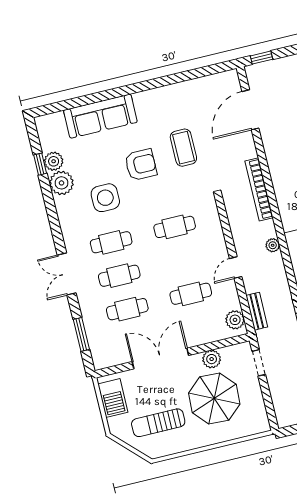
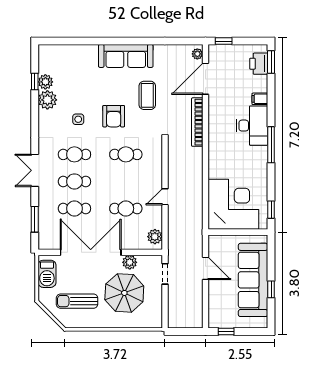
sofa: (100, 116) -> (126, 56), moved
armchair: (141, 165) -> (114, 116), moved, turned 90
bookcase: (259, 189) -> (197, 122), moved
side table: (105, 198) -> (78, 119), width x0.54, depth x0.54
plant: (273, 245) -> (197, 54), moved
bench: (257, 311) -> (173, 234), removed
double door: (160, 359) -> (91, 252), width x1.36

